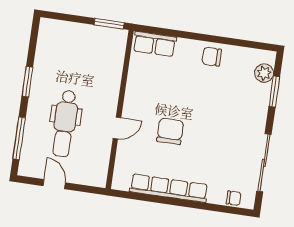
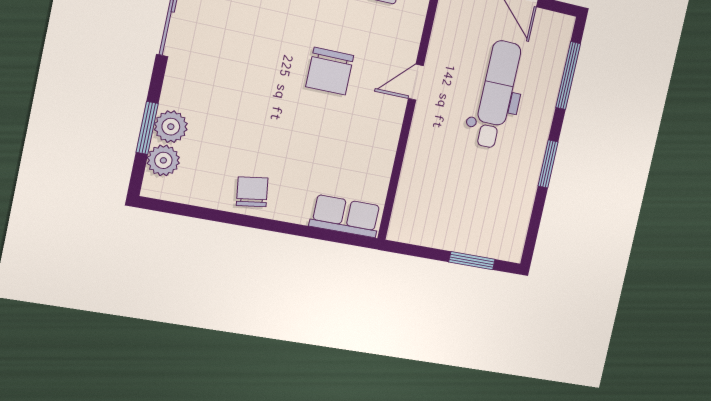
window: (109, 24) -> (472, 261), moved
chair: (212, 57) -> (252, 192), turned -98
plant: (261, 93) -> (171, 127), added

